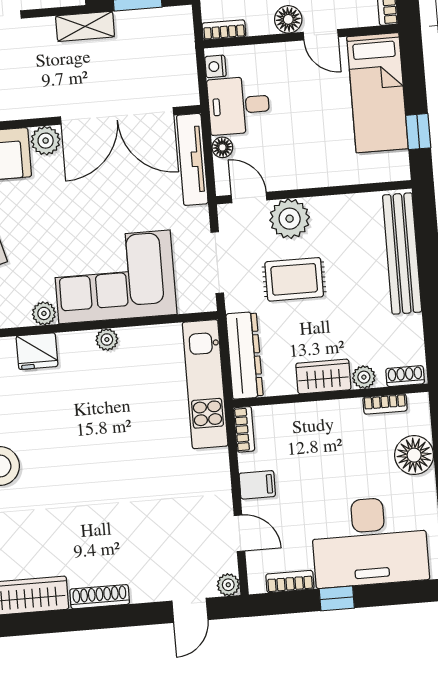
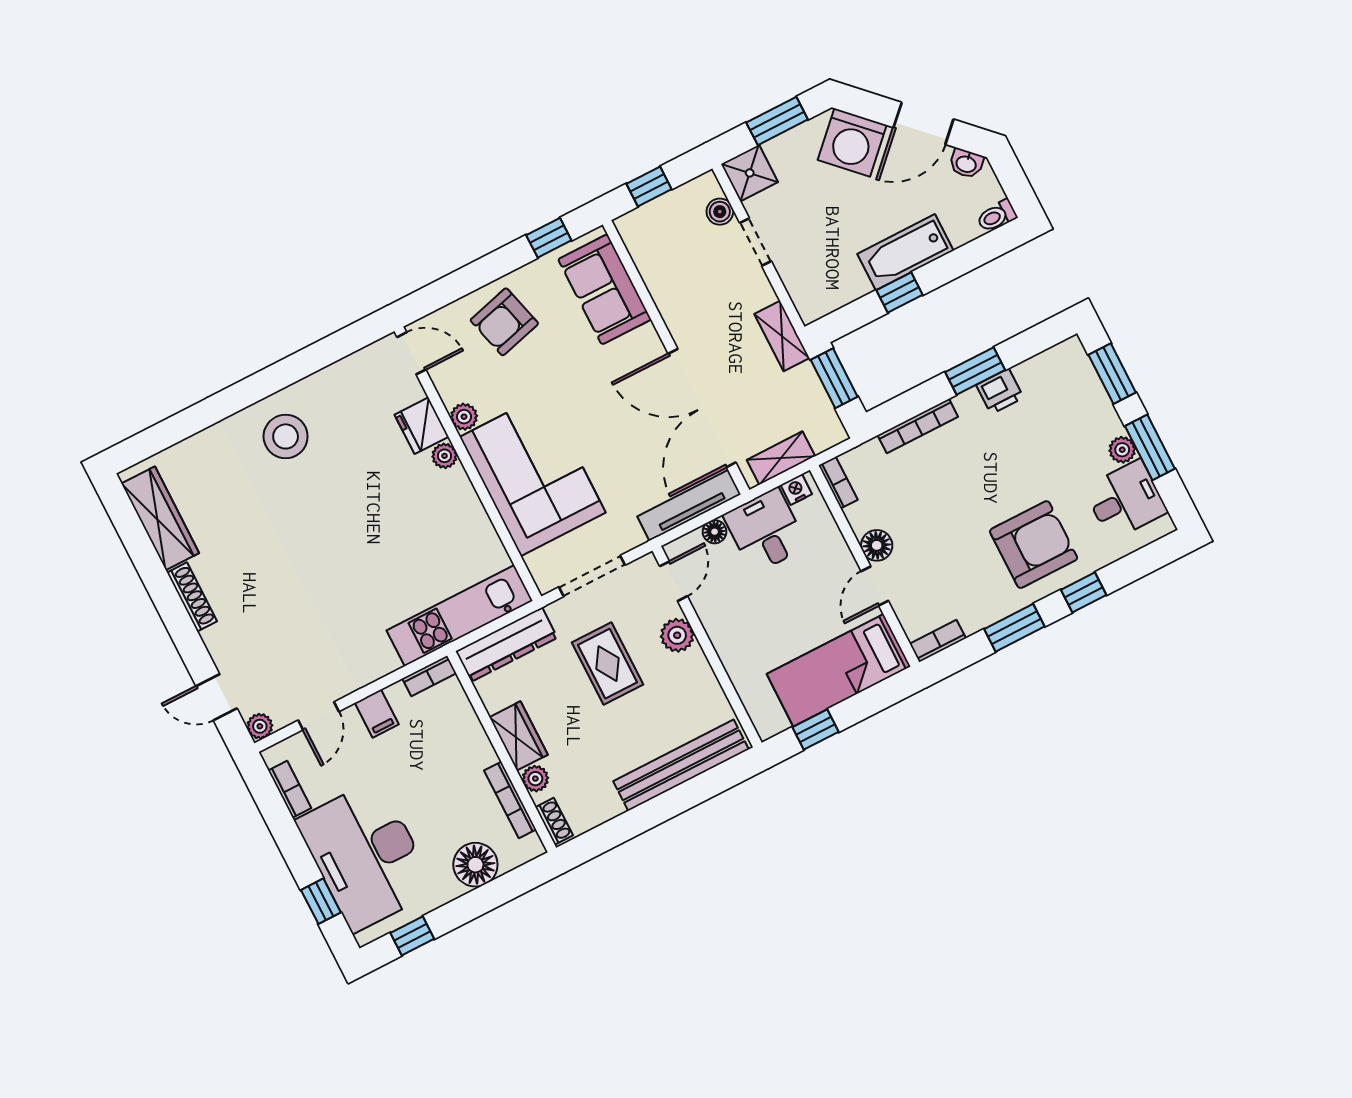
shelving: (185, 68) -> (781, 458), added
plant: (46, 141) -> (645, 344), removed
plant: (290, 219) -> (677, 635), width x0.73, depth x0.73
plant: (107, 340) -> (445, 456), moved
bookcase: (385, 404) -> (510, 800), width x1.56
window: (337, 598) -> (321, 901), moved

